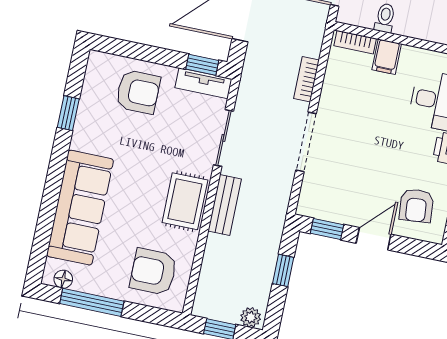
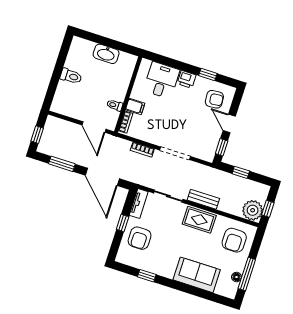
window: (202, 65) -> (123, 223), moved
armchair: (138, 92) -> (140, 238), turned 180
sofa: (80, 208) -> (197, 275), width x0.73
floor lamp: (63, 279) -> (236, 277), moved
plant: (251, 317) -> (253, 210), moved, width x1.87, depth x1.87

